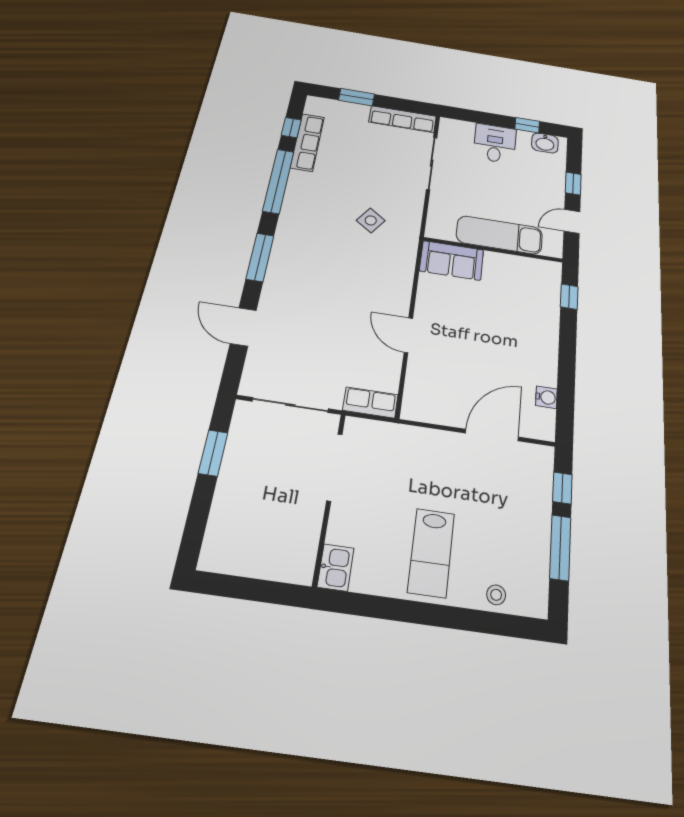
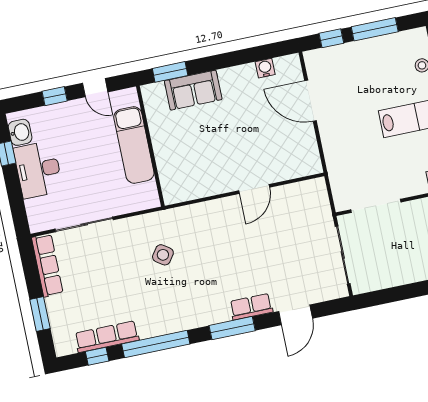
desk: (495, 143) -> (38, 170), width x1.37
sofa: (452, 260) -> (193, 90), moved, turned 90
window: (569, 297) -> (170, 72), width x1.50
row of seats: (370, 402) -> (251, 307), moved, turned 90
window: (213, 453) -> (397, 294), removed

